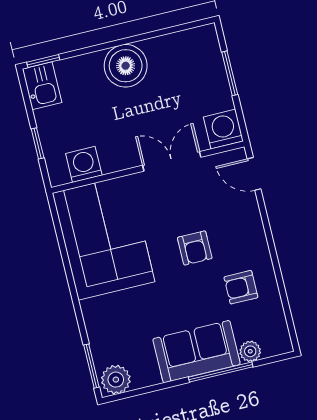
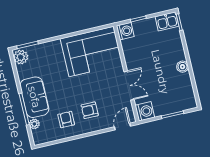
boiler: (126, 66) -> (183, 67), width x0.54, depth x0.54
washing machine: (84, 164) -> (125, 31), moved
armchair: (195, 248) -> (90, 110), moved

